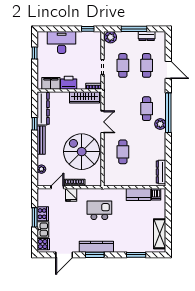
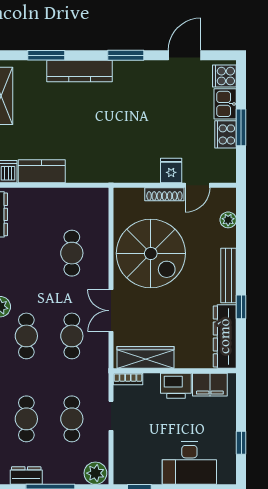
cafe table: (123, 109) -> (72, 336), added
kitchen island: (99, 210) -> (117, 141), removed
kitchen counter: (96, 247) -> (79, 71), moved

